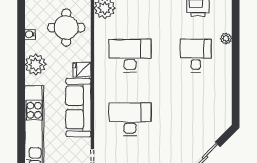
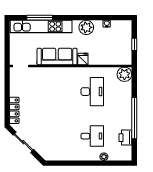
round table: (66, 28) -> (111, 48), removed
desk: (130, 119) -> (49, 92), removed
window: (21, 133) -> (40, 18), added

